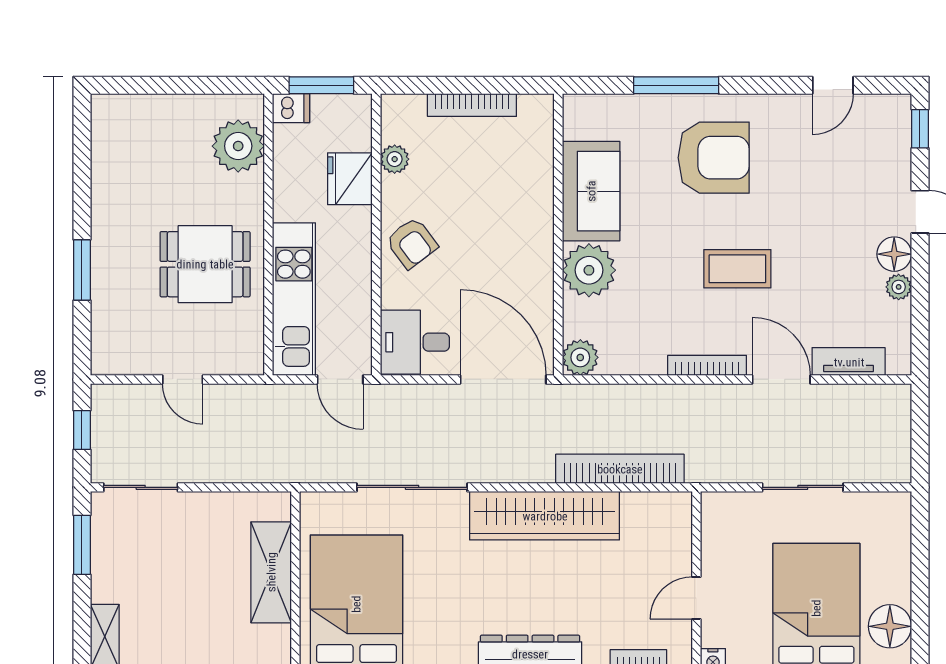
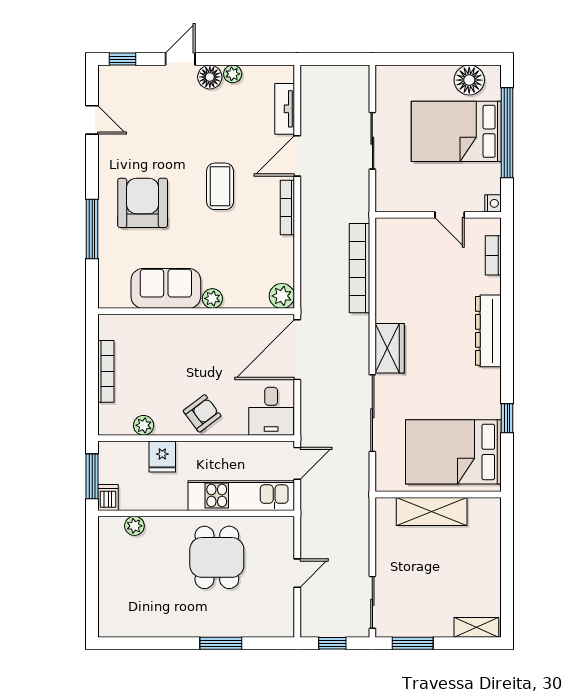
plant: (238, 146) -> (134, 526), width x0.53, depth x0.53
fridge: (350, 179) -> (162, 457), width x0.72
plant: (589, 270) -> (212, 298), width x0.53, depth x0.53
wardrobe: (545, 516) -> (390, 348), width x0.48, depth x0.85

